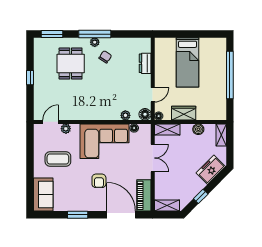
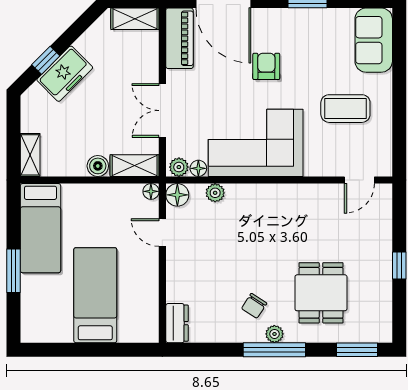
dresser: (145, 63) -> (177, 323), moved
window: (230, 75) -> (13, 271), width x0.47
door: (153, 95) -> (162, 233), hinge flipped
bed: (216, 97) -> (40, 228), added
wardrobe: (184, 113) -> (103, 197), removed
plant: (66, 129) -> (179, 167), moved
boiler: (198, 129) -> (98, 166), moved
freezer: (211, 170) -> (65, 74), moved
window: (201, 196) -> (46, 60), moved

